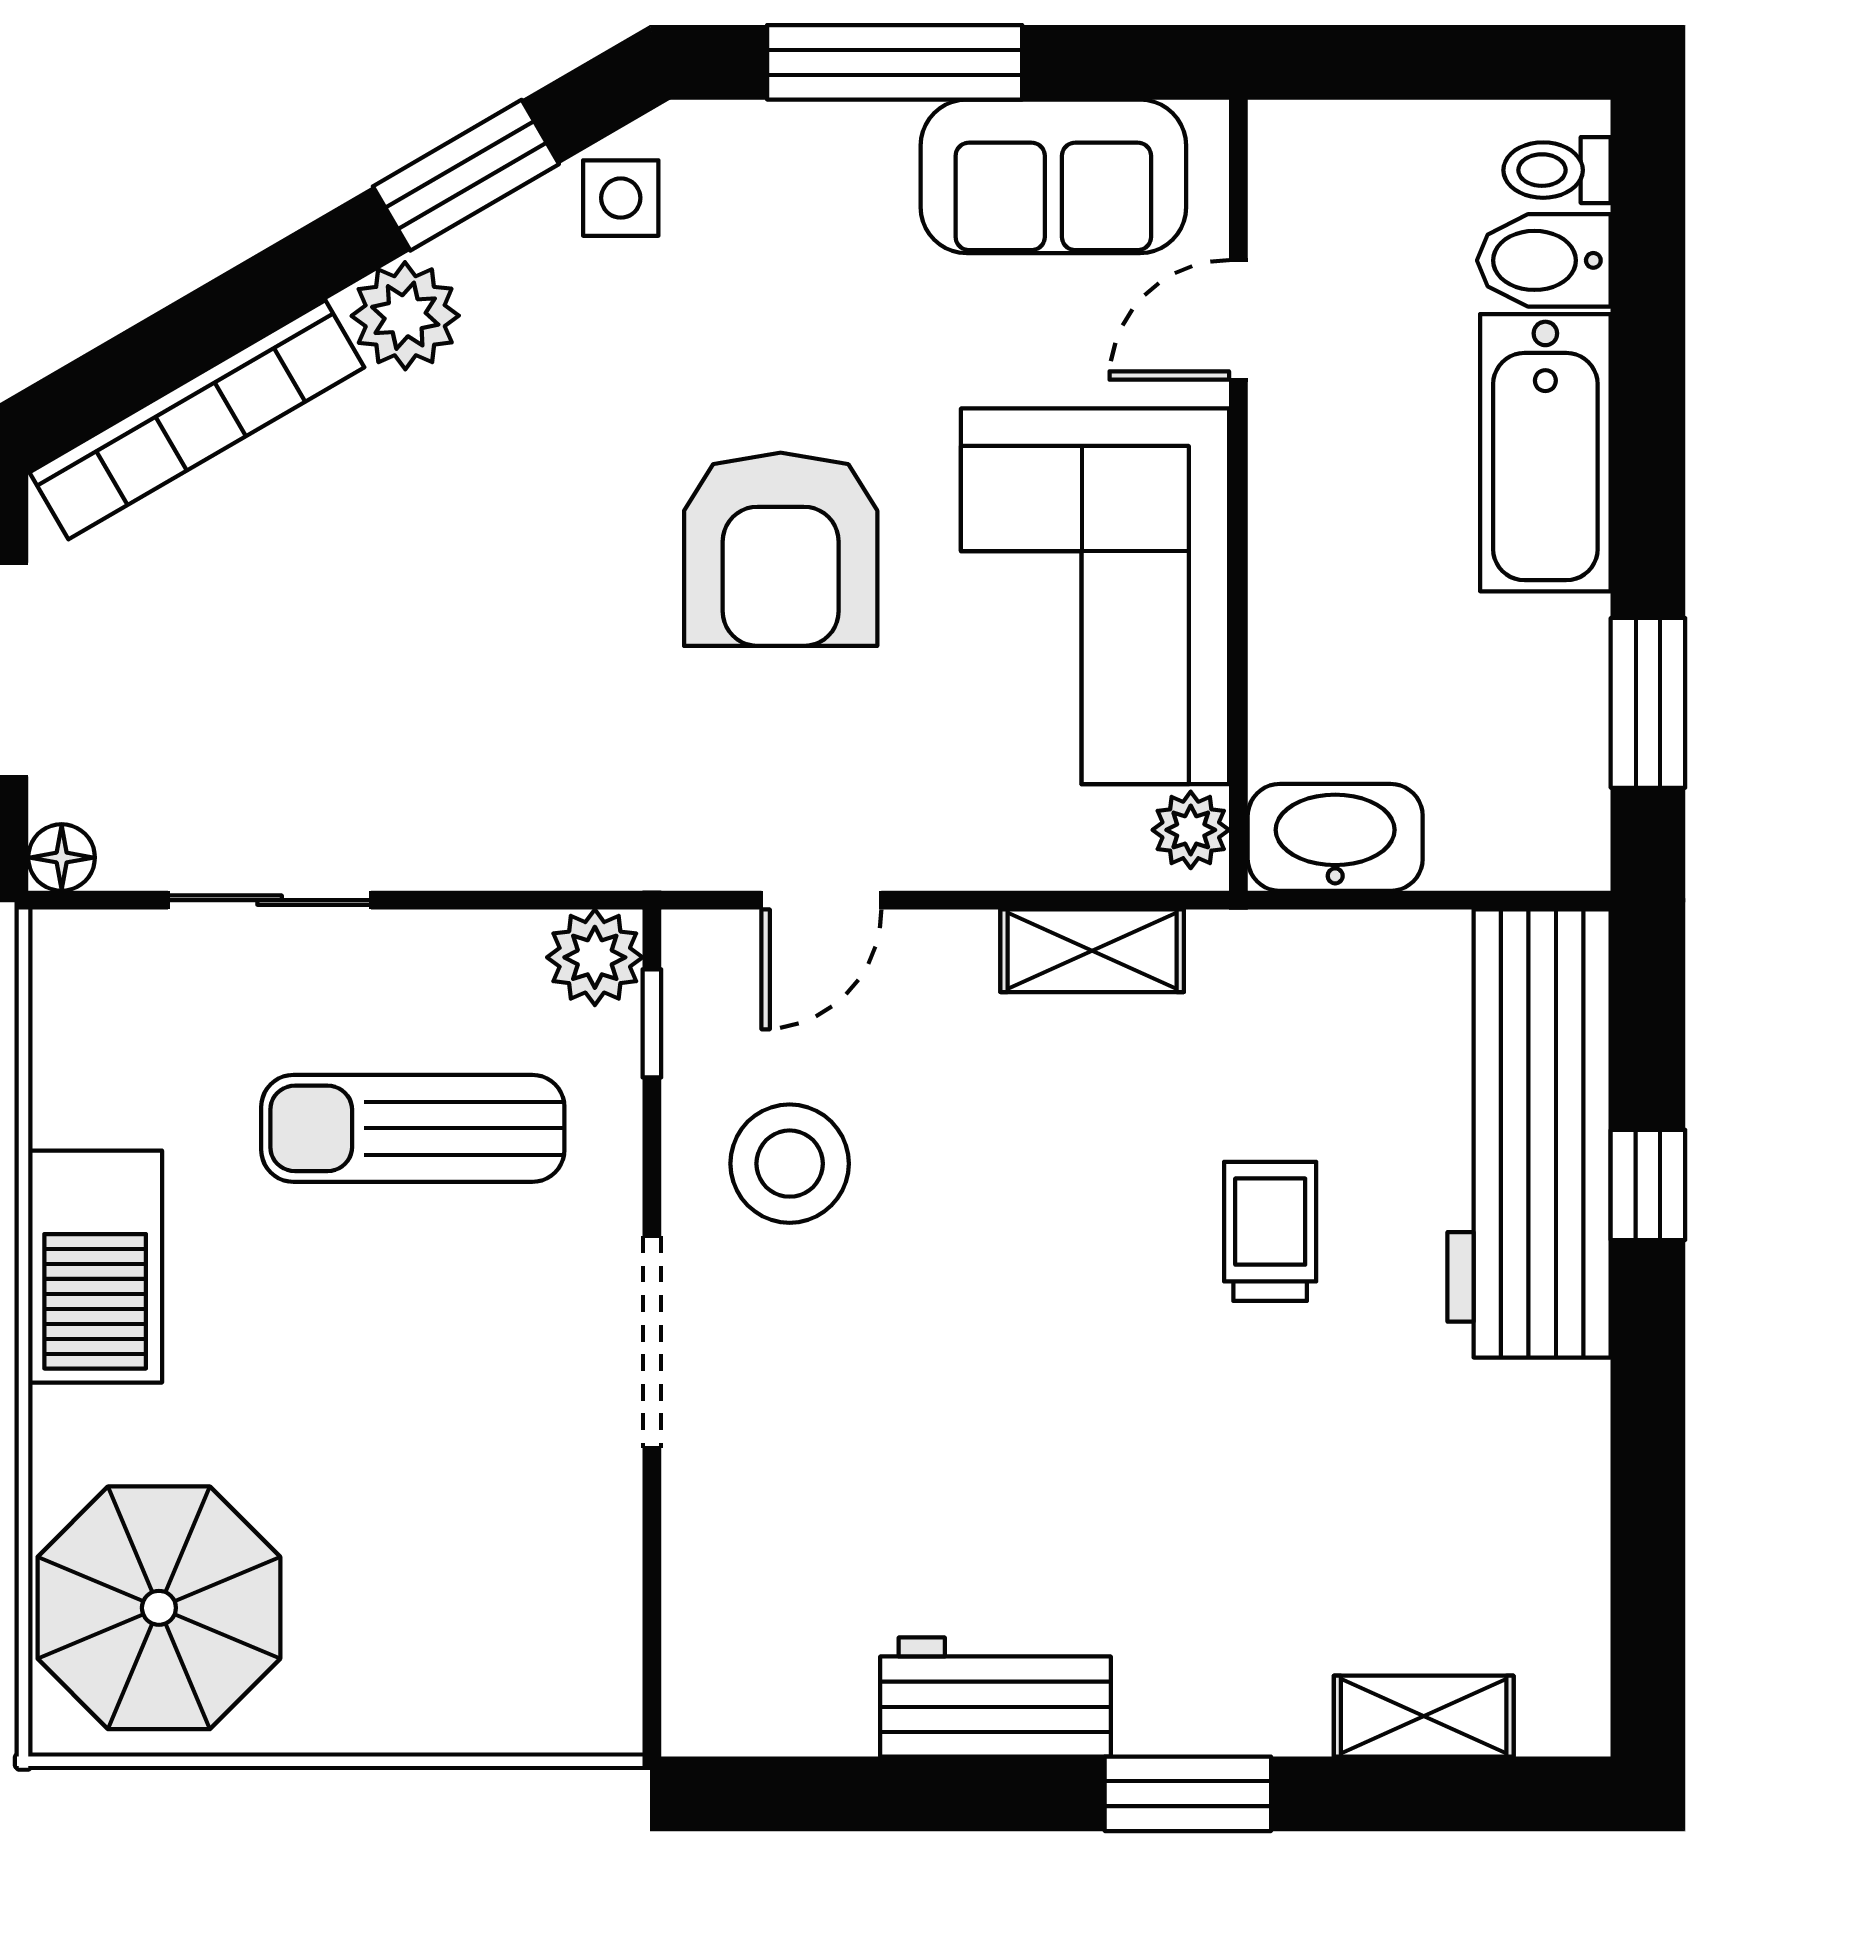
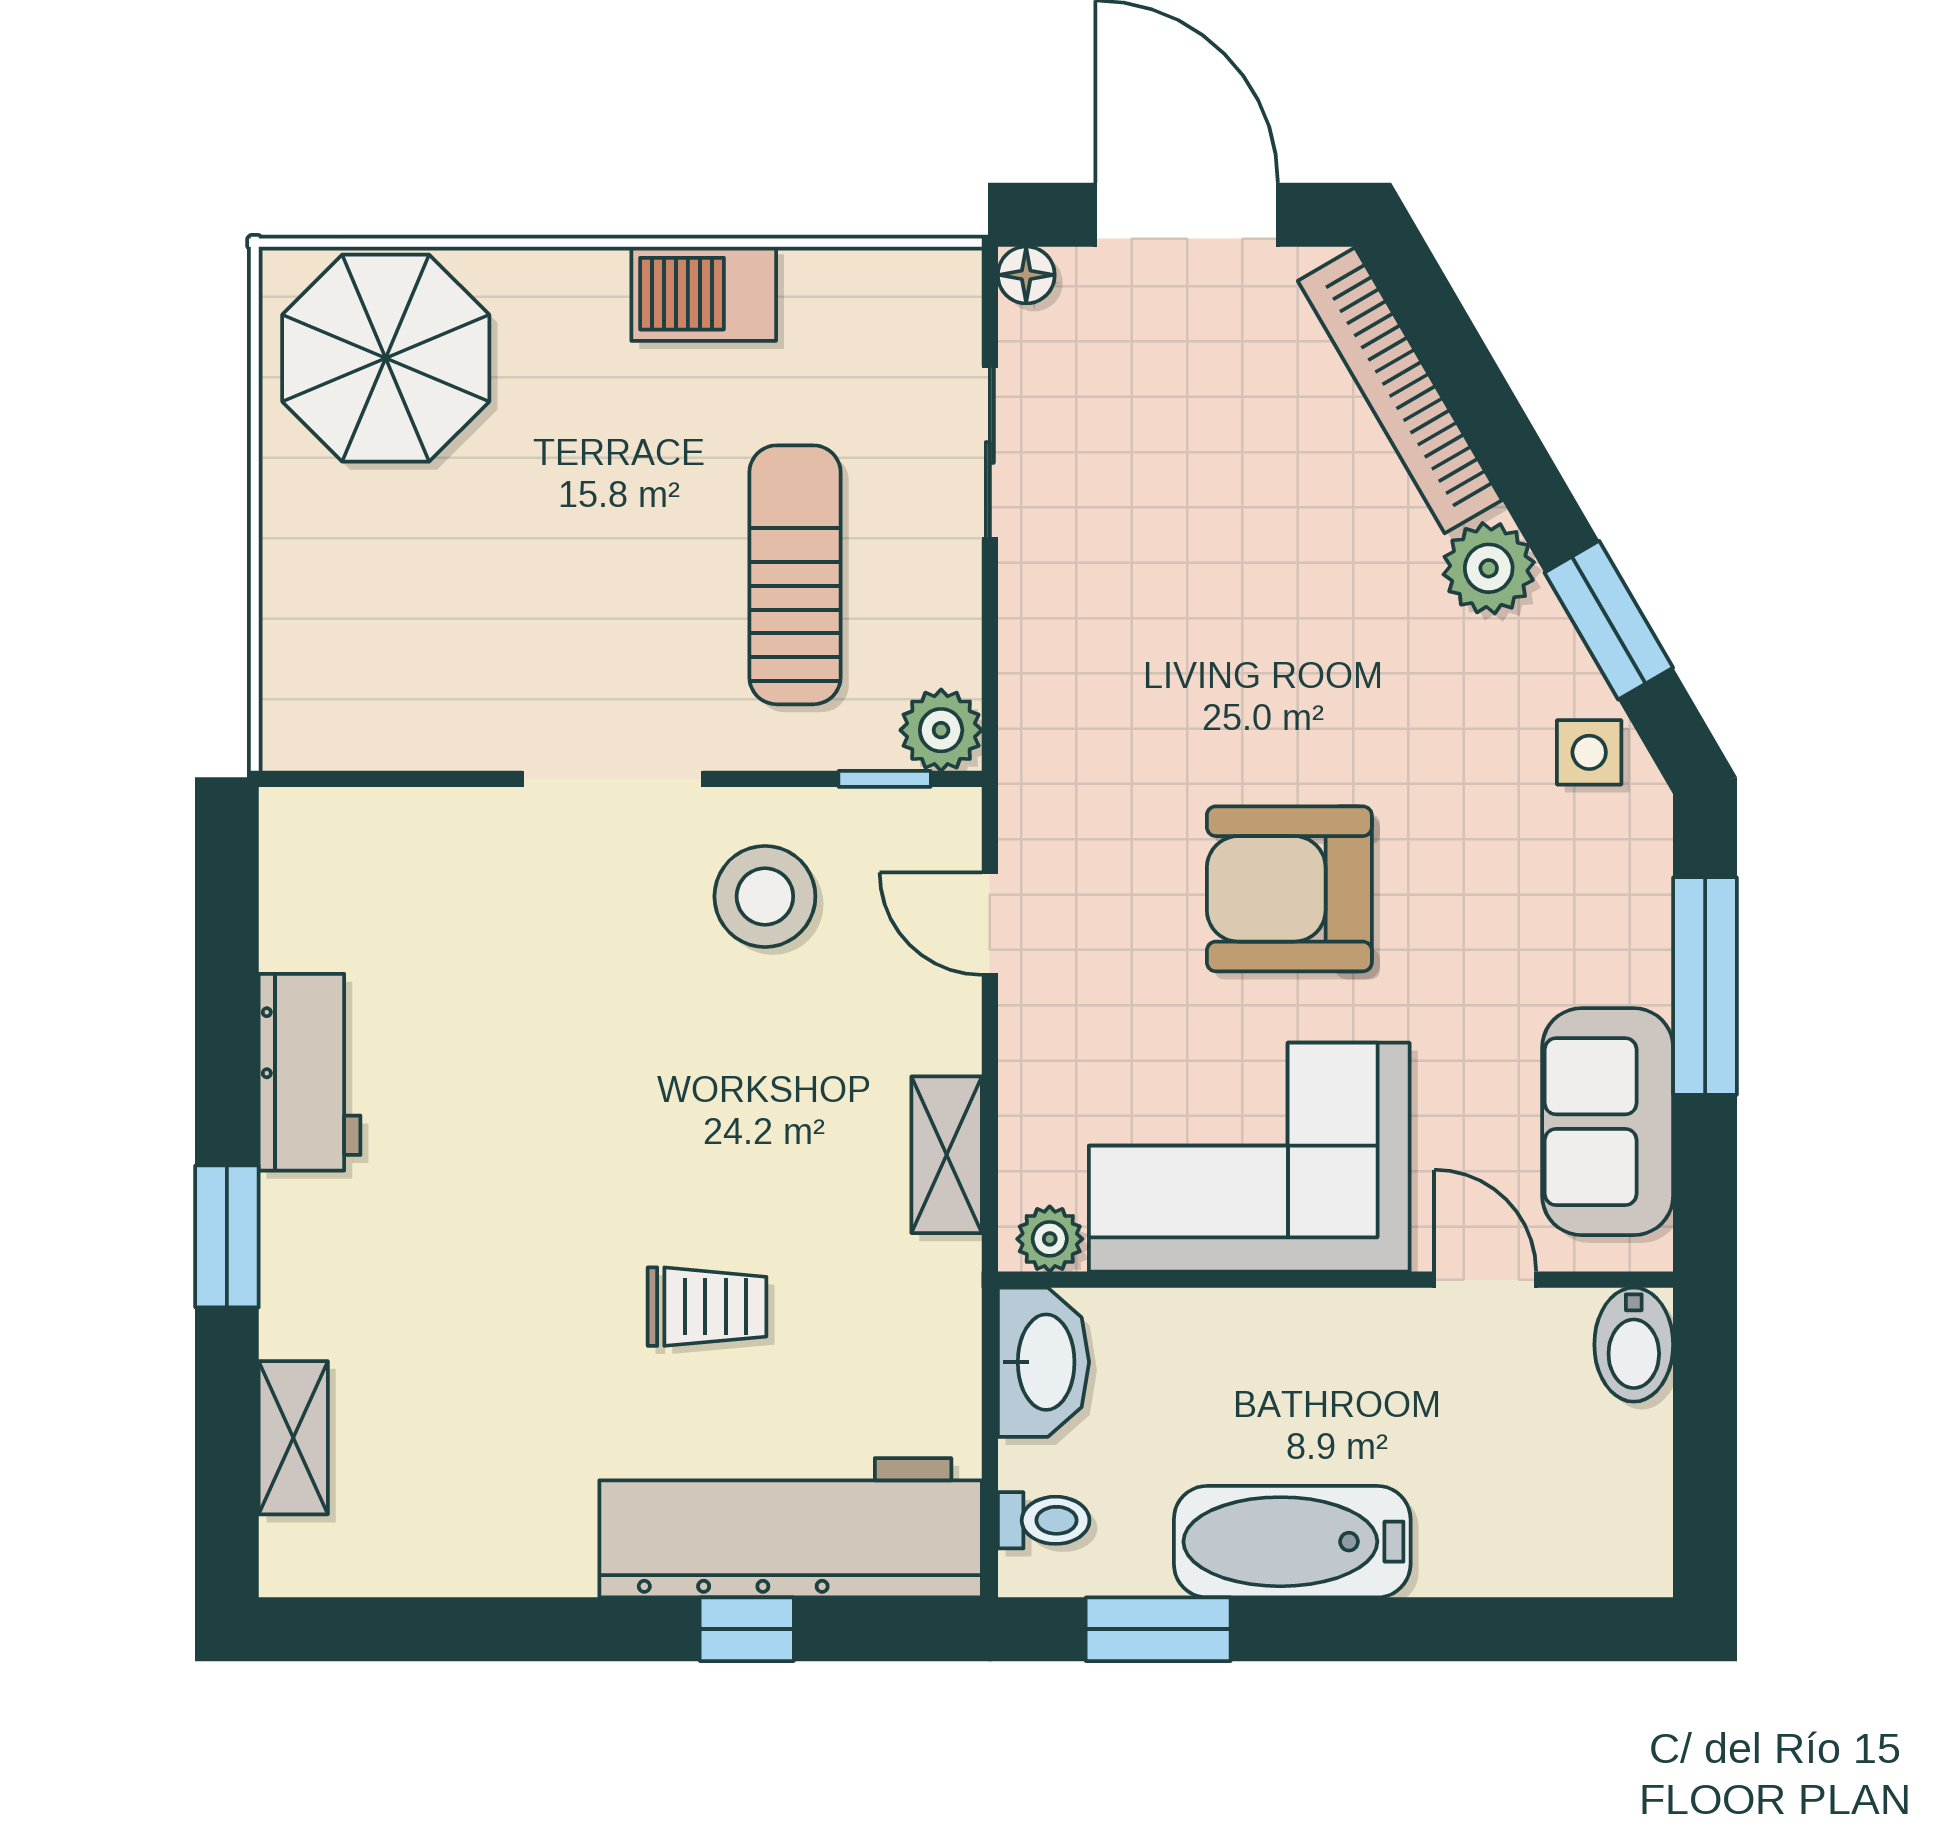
toilet: (1557, 170) -> (1044, 1520), moved, turned 90
bidet: (1544, 260) -> (1634, 1345), moved, turned 180
bathtub: (1545, 453) -> (1292, 1542), moved
barbecue: (95, 1267) -> (704, 294), width x0.73, depth x0.83

